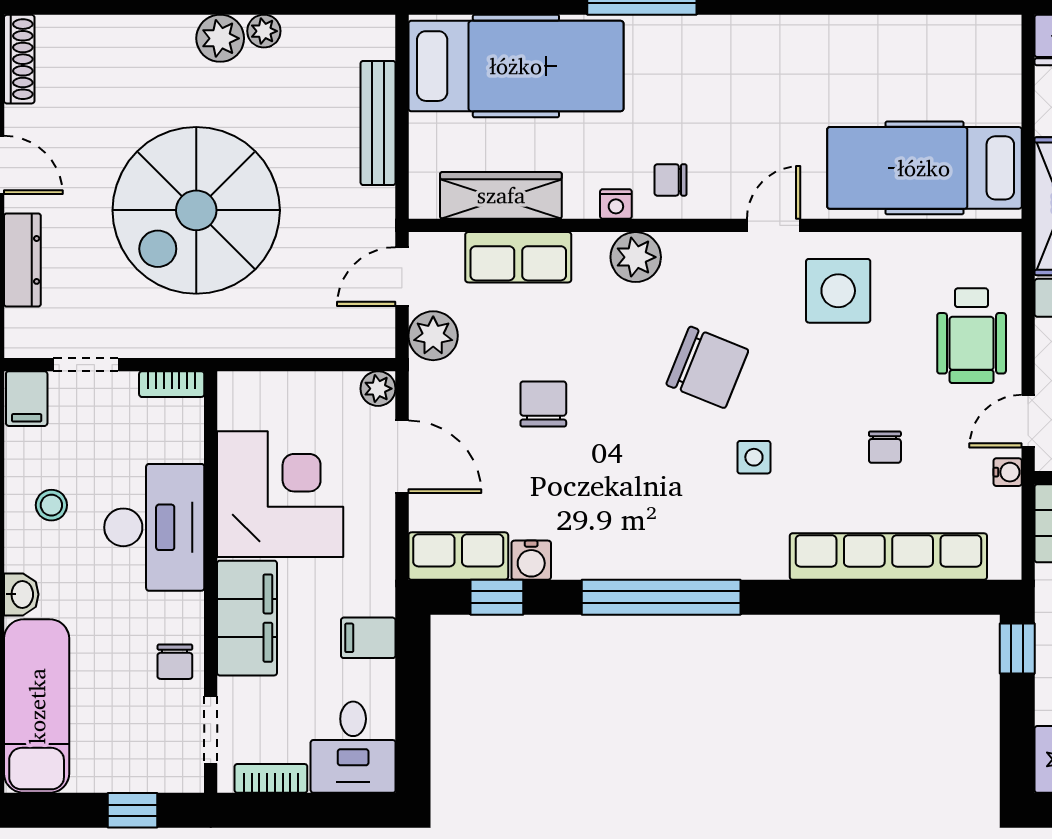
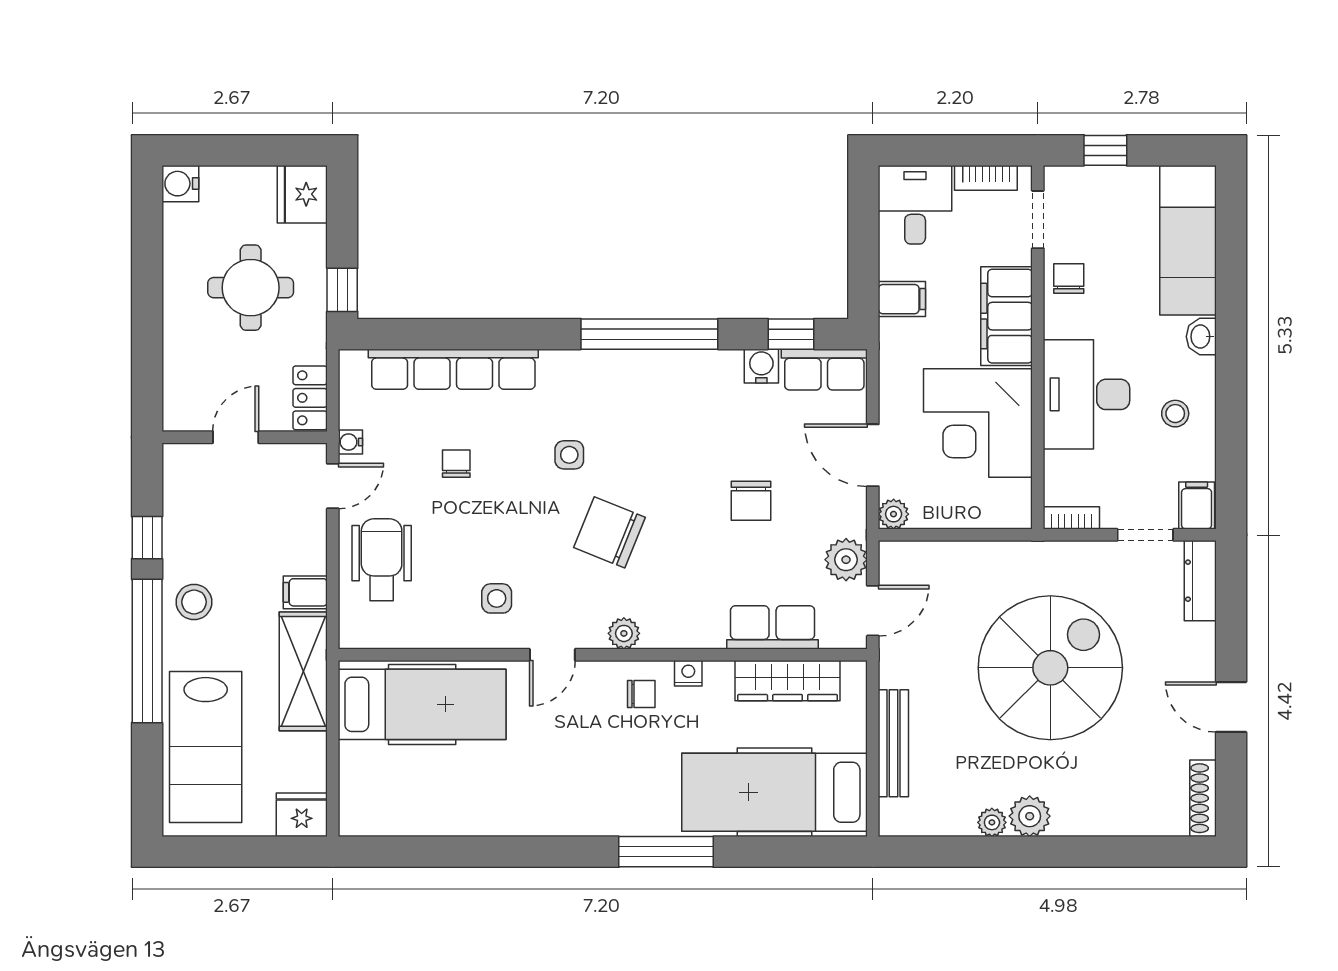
plant: (636, 257) -> (624, 633), moved, width x0.73, depth x0.73
dresser: (22, 260) -> (1200, 581), moved
side table: (838, 291) -> (497, 598), width x0.54, depth x0.54

